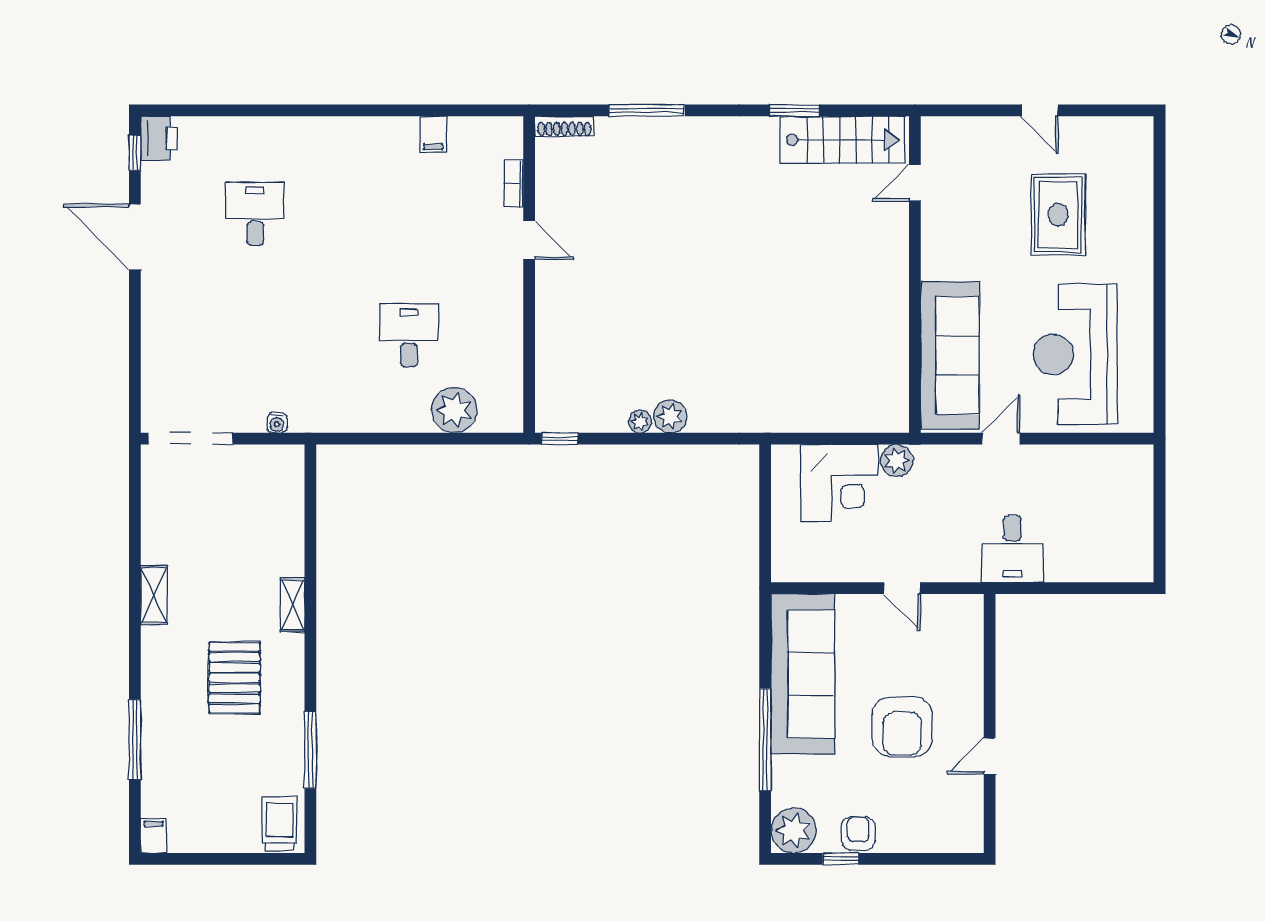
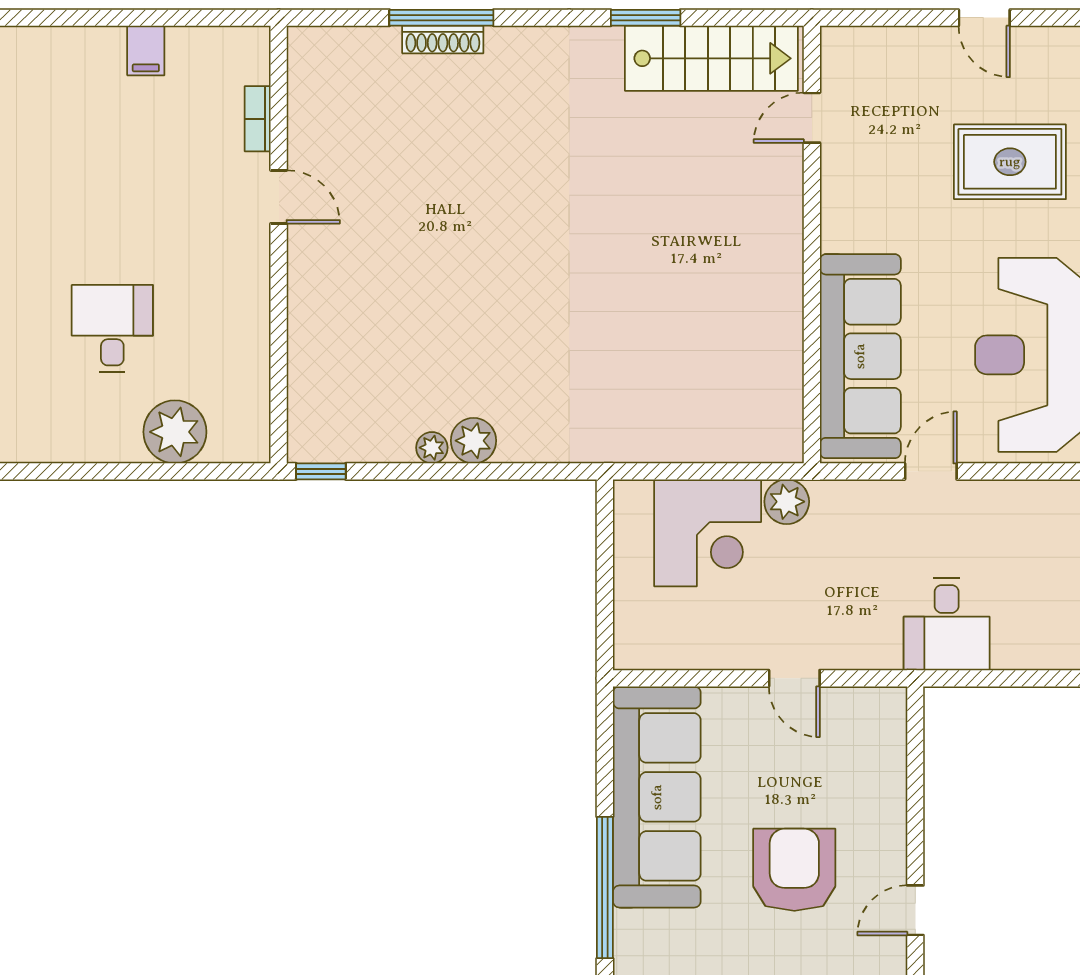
shoe rack: (564, 126) -> (443, 40), moved
rug: (1058, 215) -> (1010, 162), turned 90
armchair: (902, 727) -> (794, 870), turned 180

